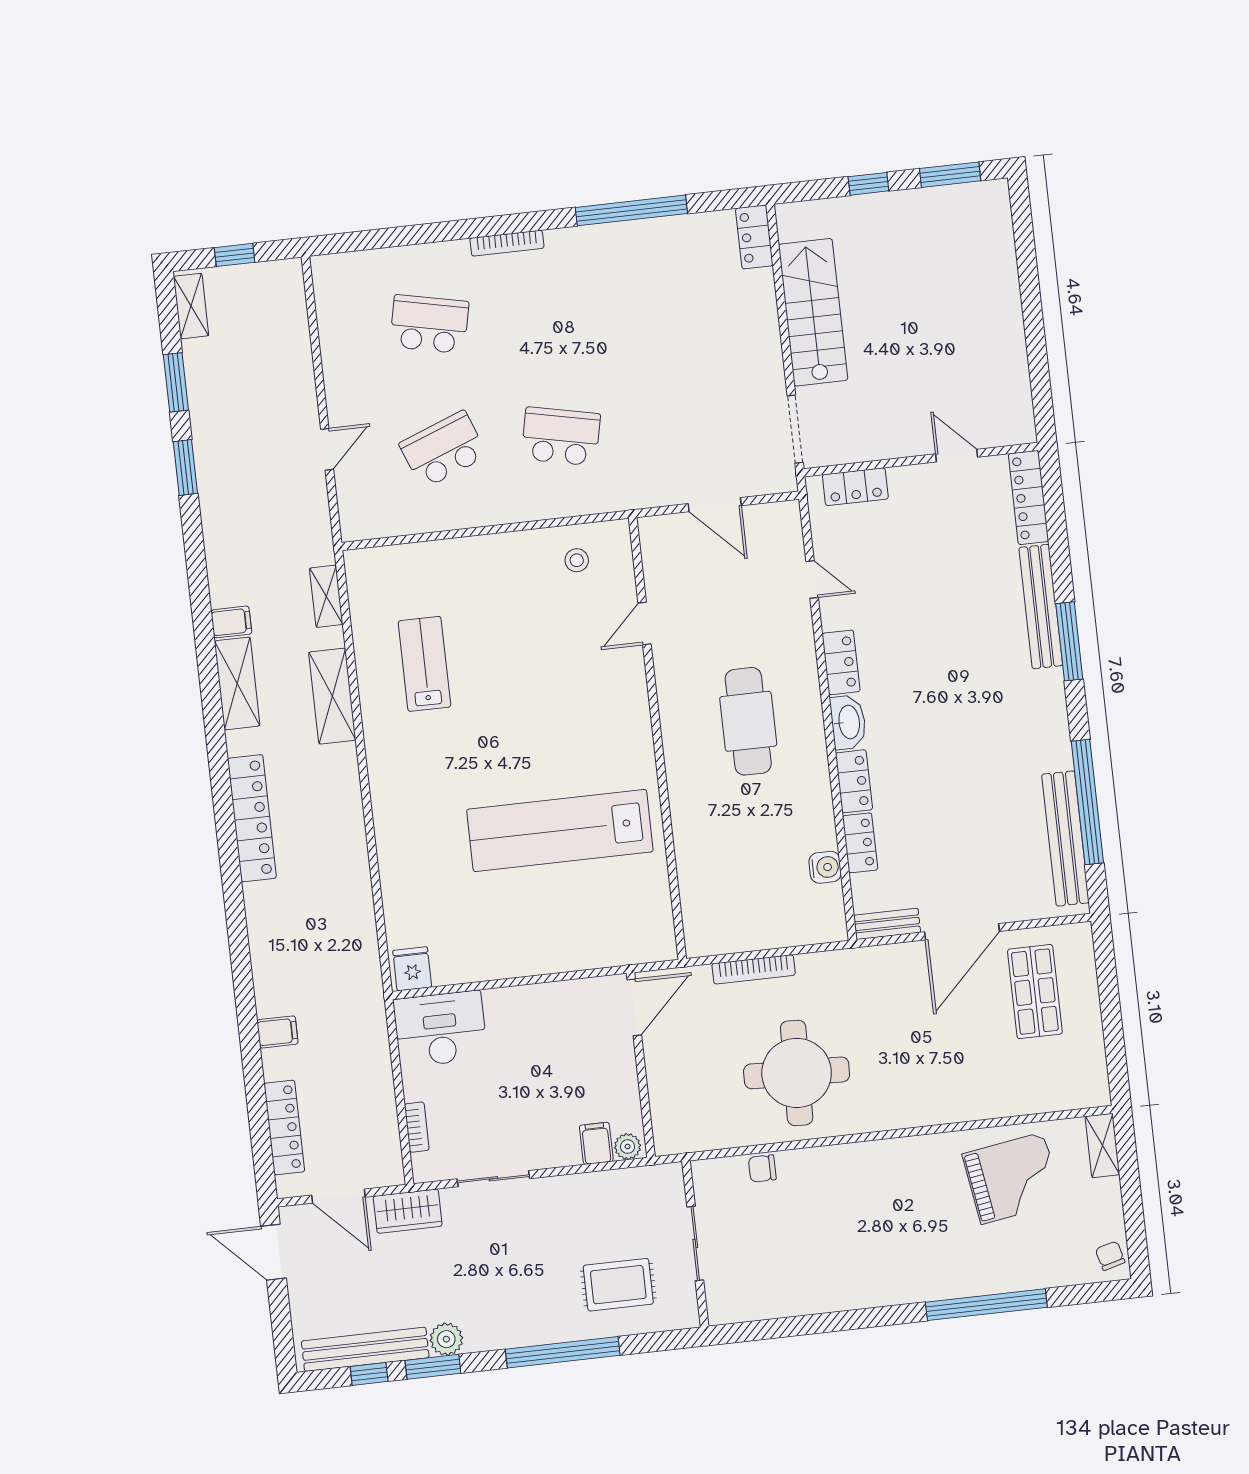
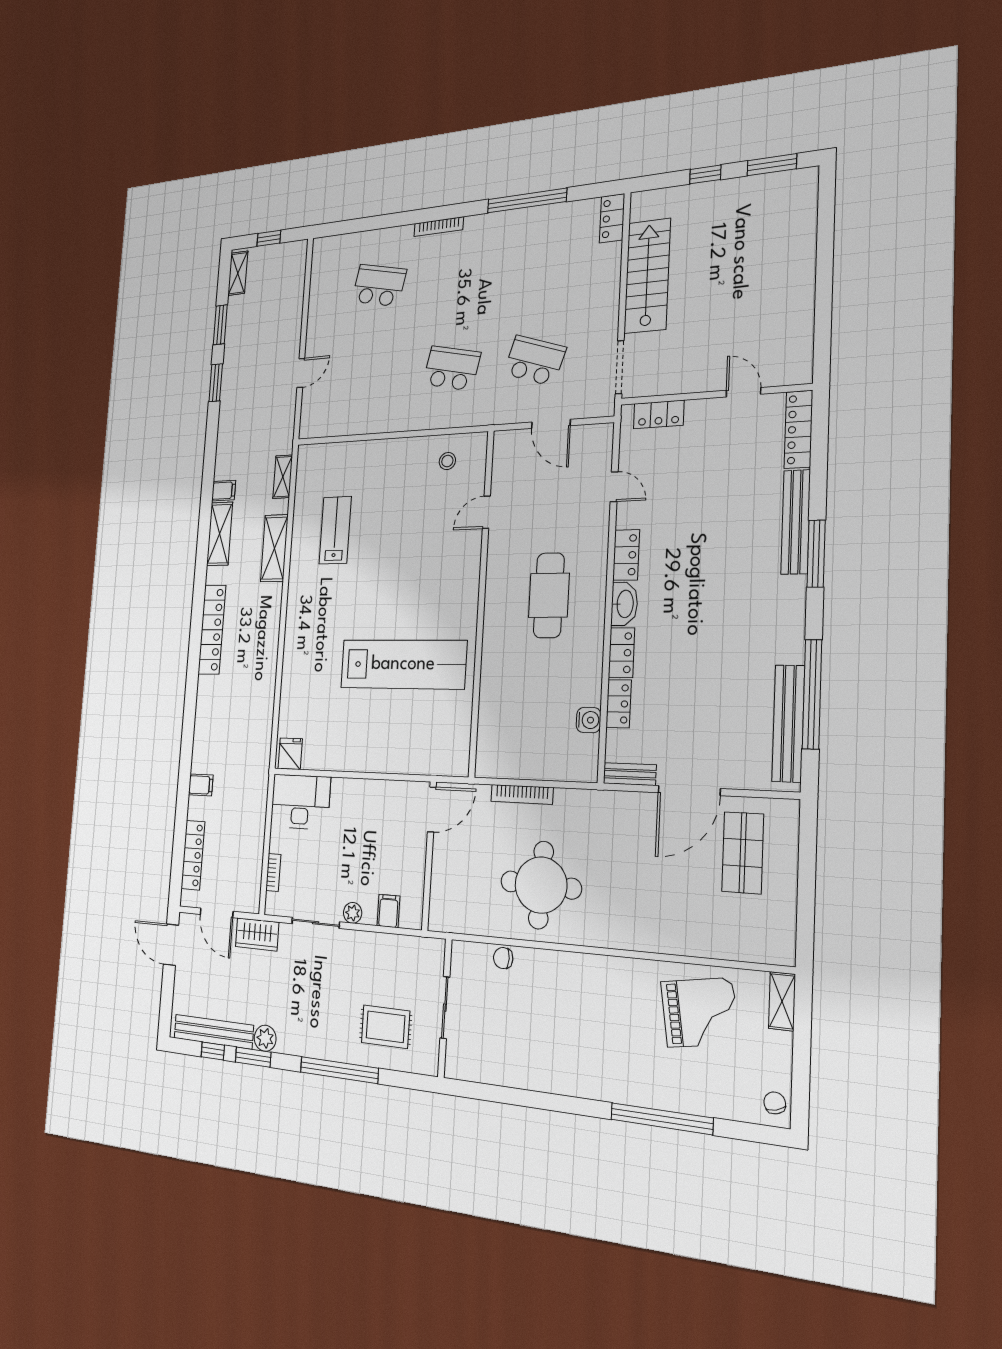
school desk: (443, 450) -> (535, 361), moved, turned 39
lab bench: (560, 831) -> (403, 664), turned 180
plant: (628, 1147) -> (353, 913), moved

